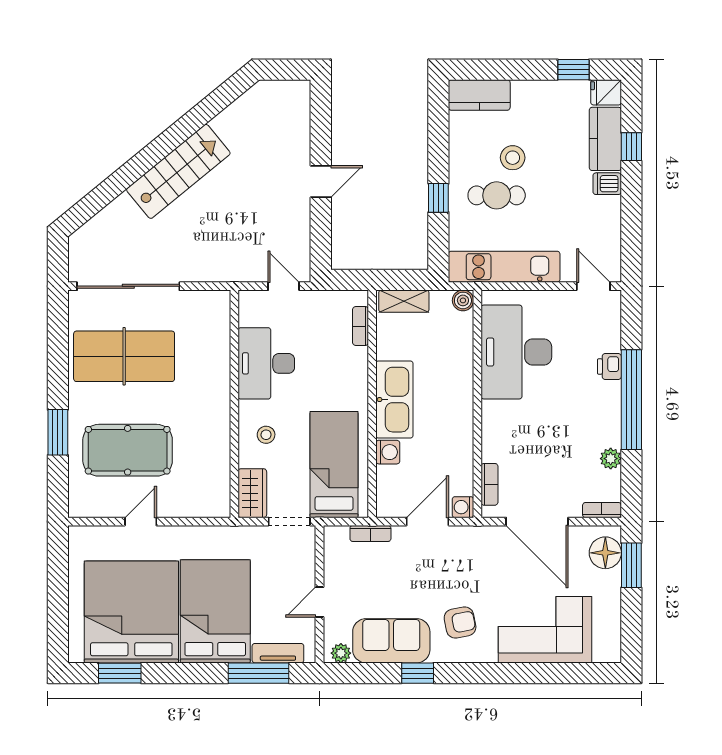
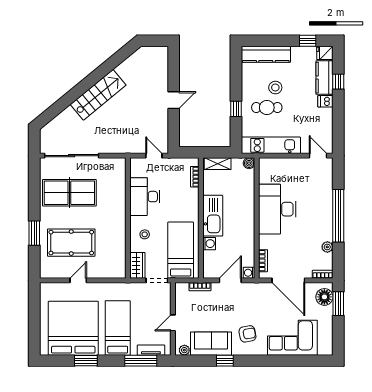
kitchen counter: (479, 95) -> (266, 54), width x1.50
desk: (516, 352) -> (277, 209), moved
printer: (609, 367) -> (327, 198), removed
bed: (215, 611) -> (118, 328), width x0.67
window: (120, 673) -> (86, 361), moved

